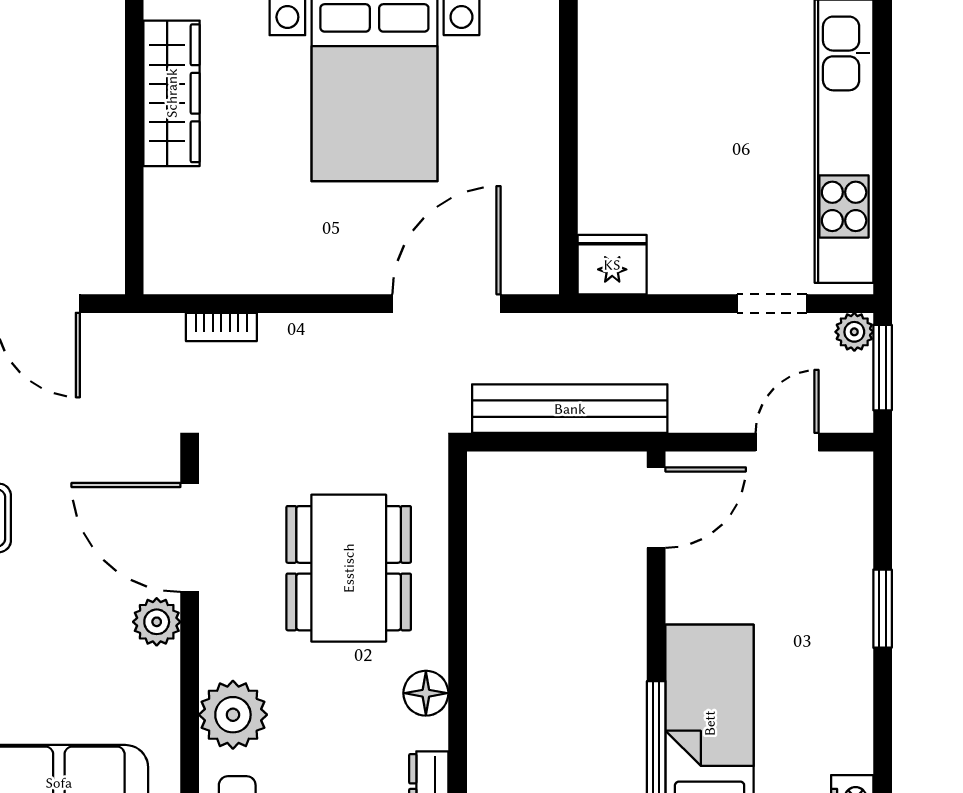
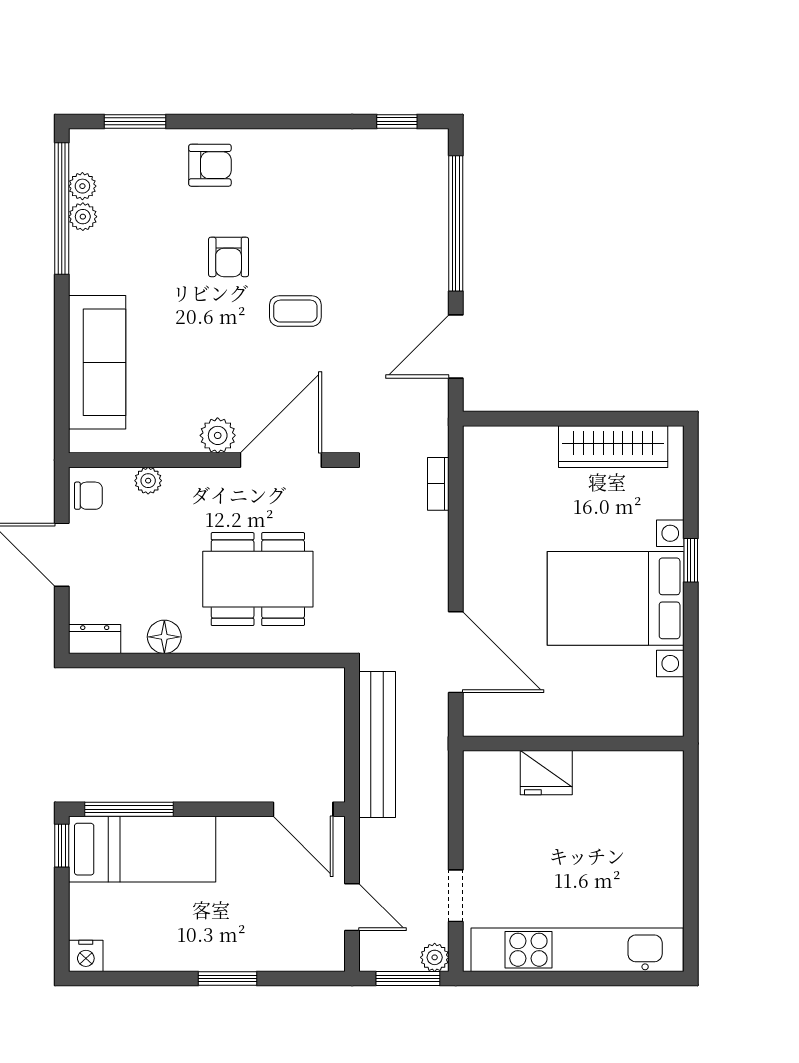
fridge: (612, 265) -> (546, 773), moved, turned 90
plant: (233, 715) -> (148, 481), width x0.53, depth x0.53

